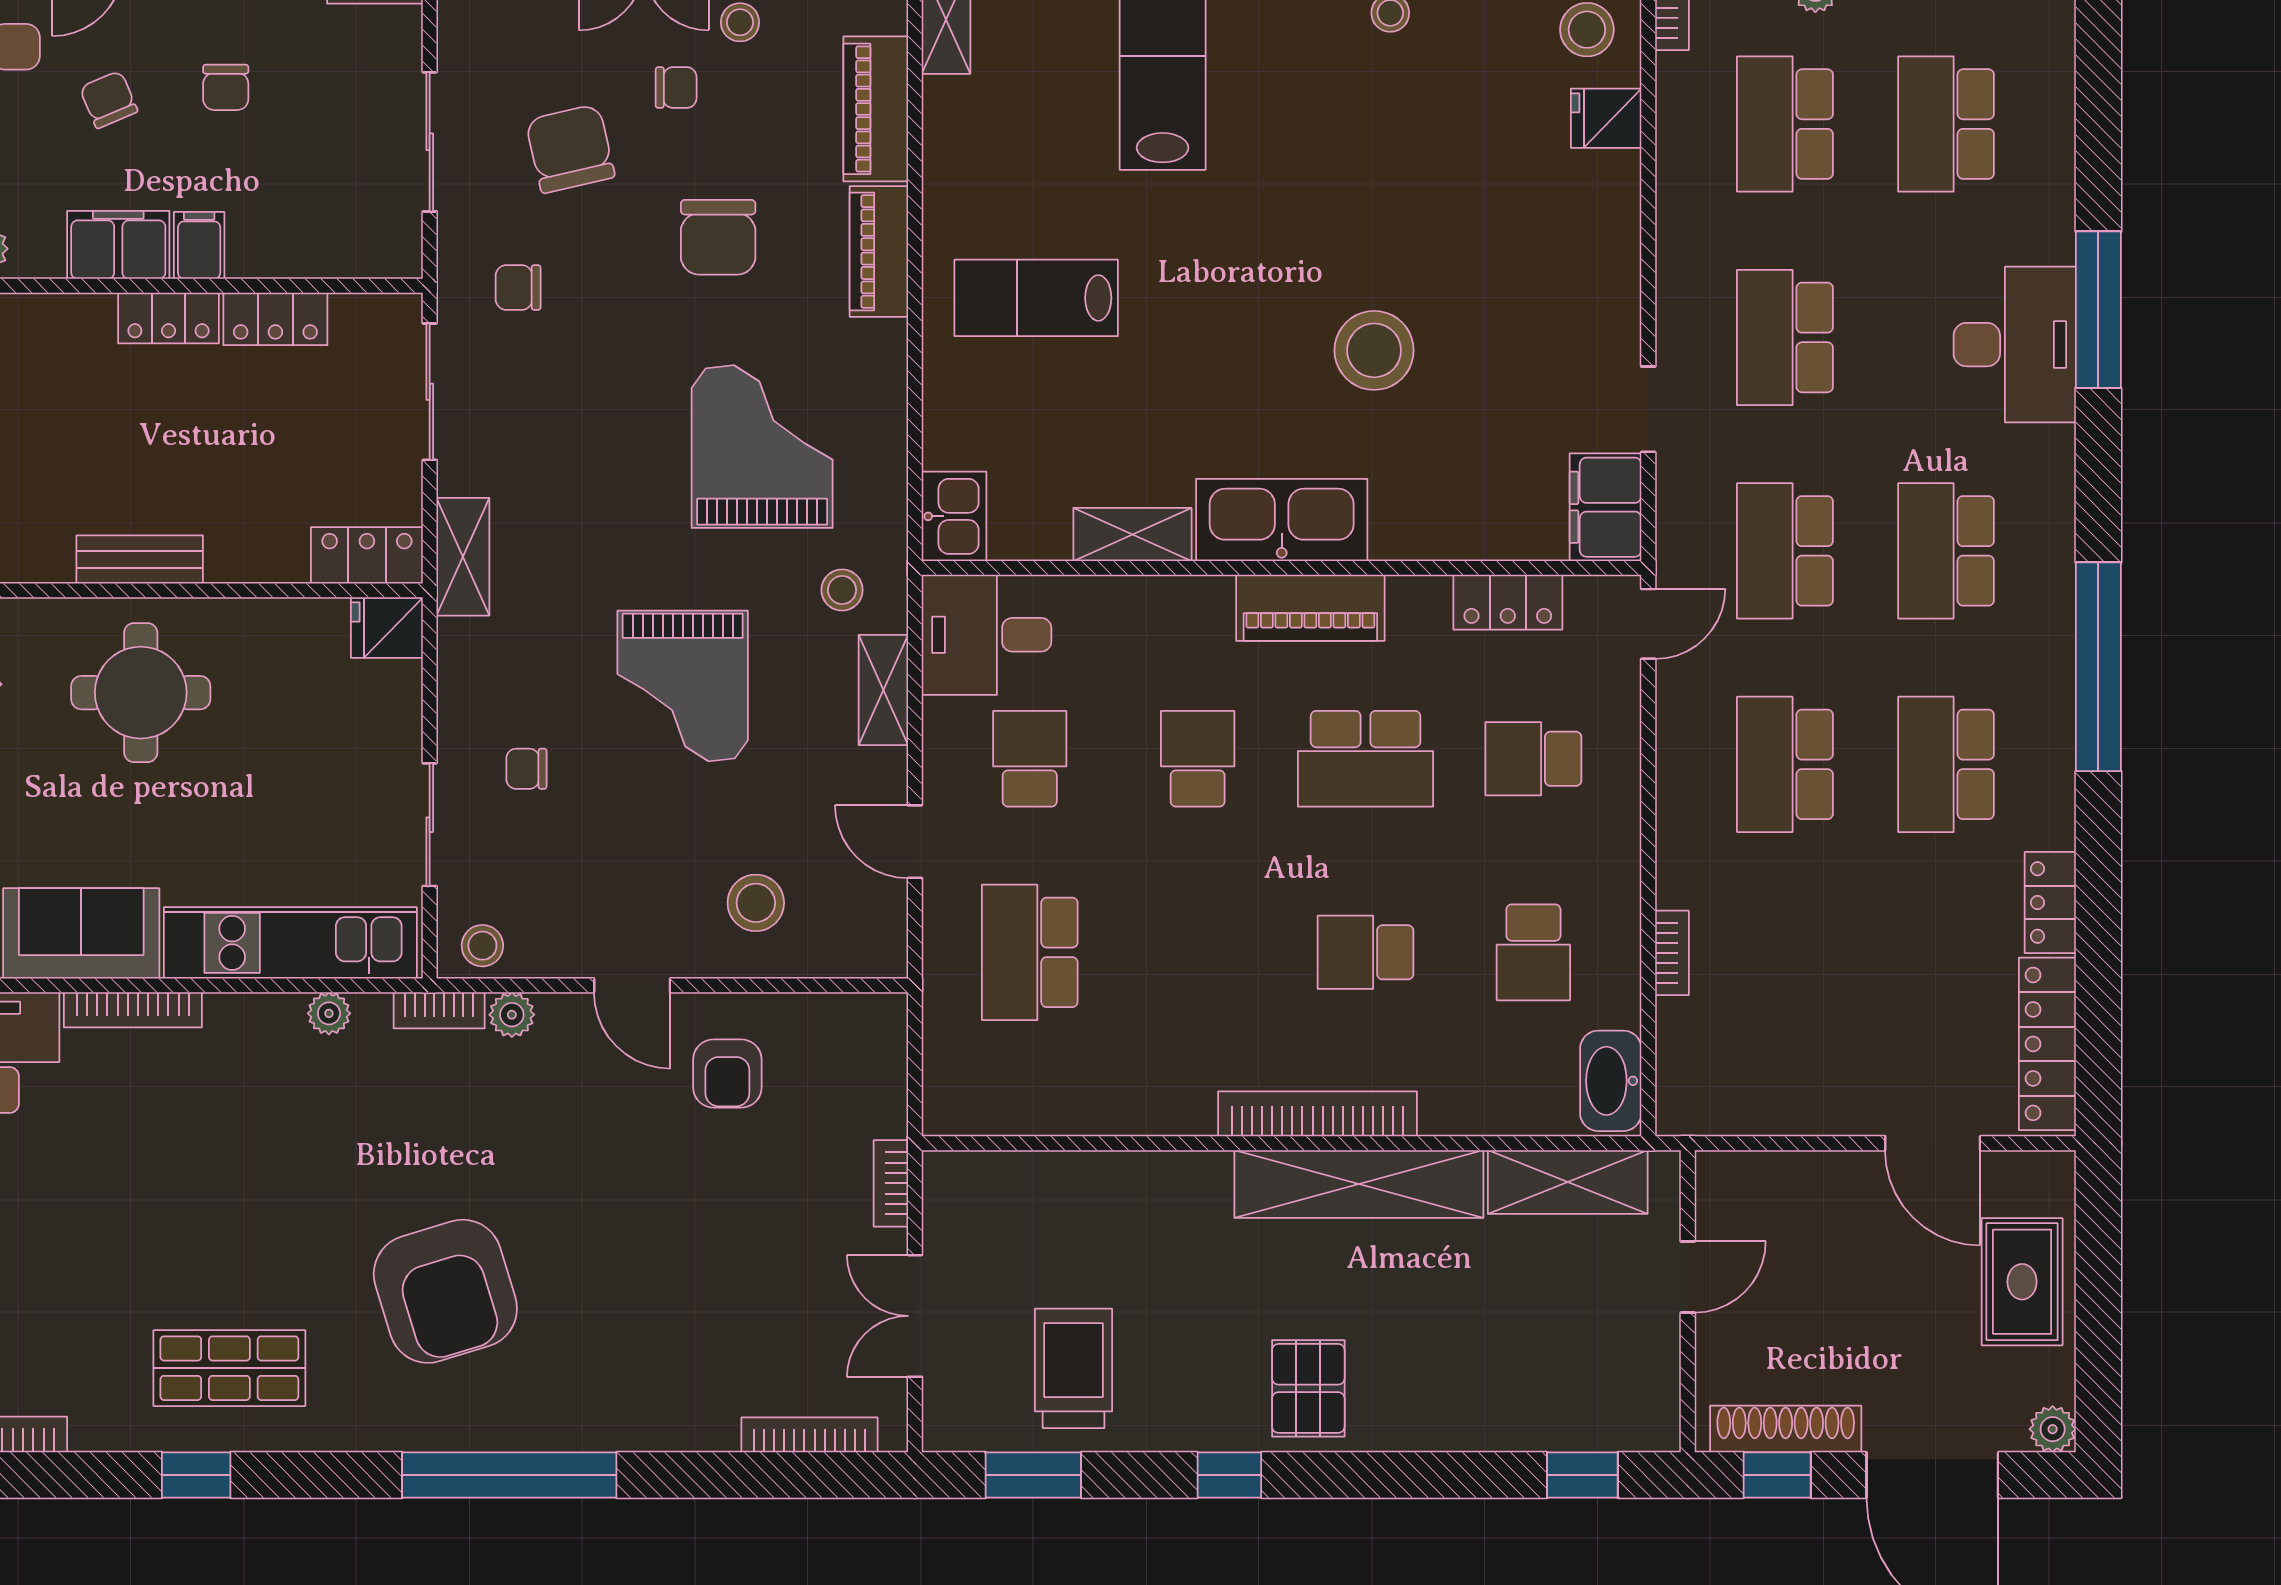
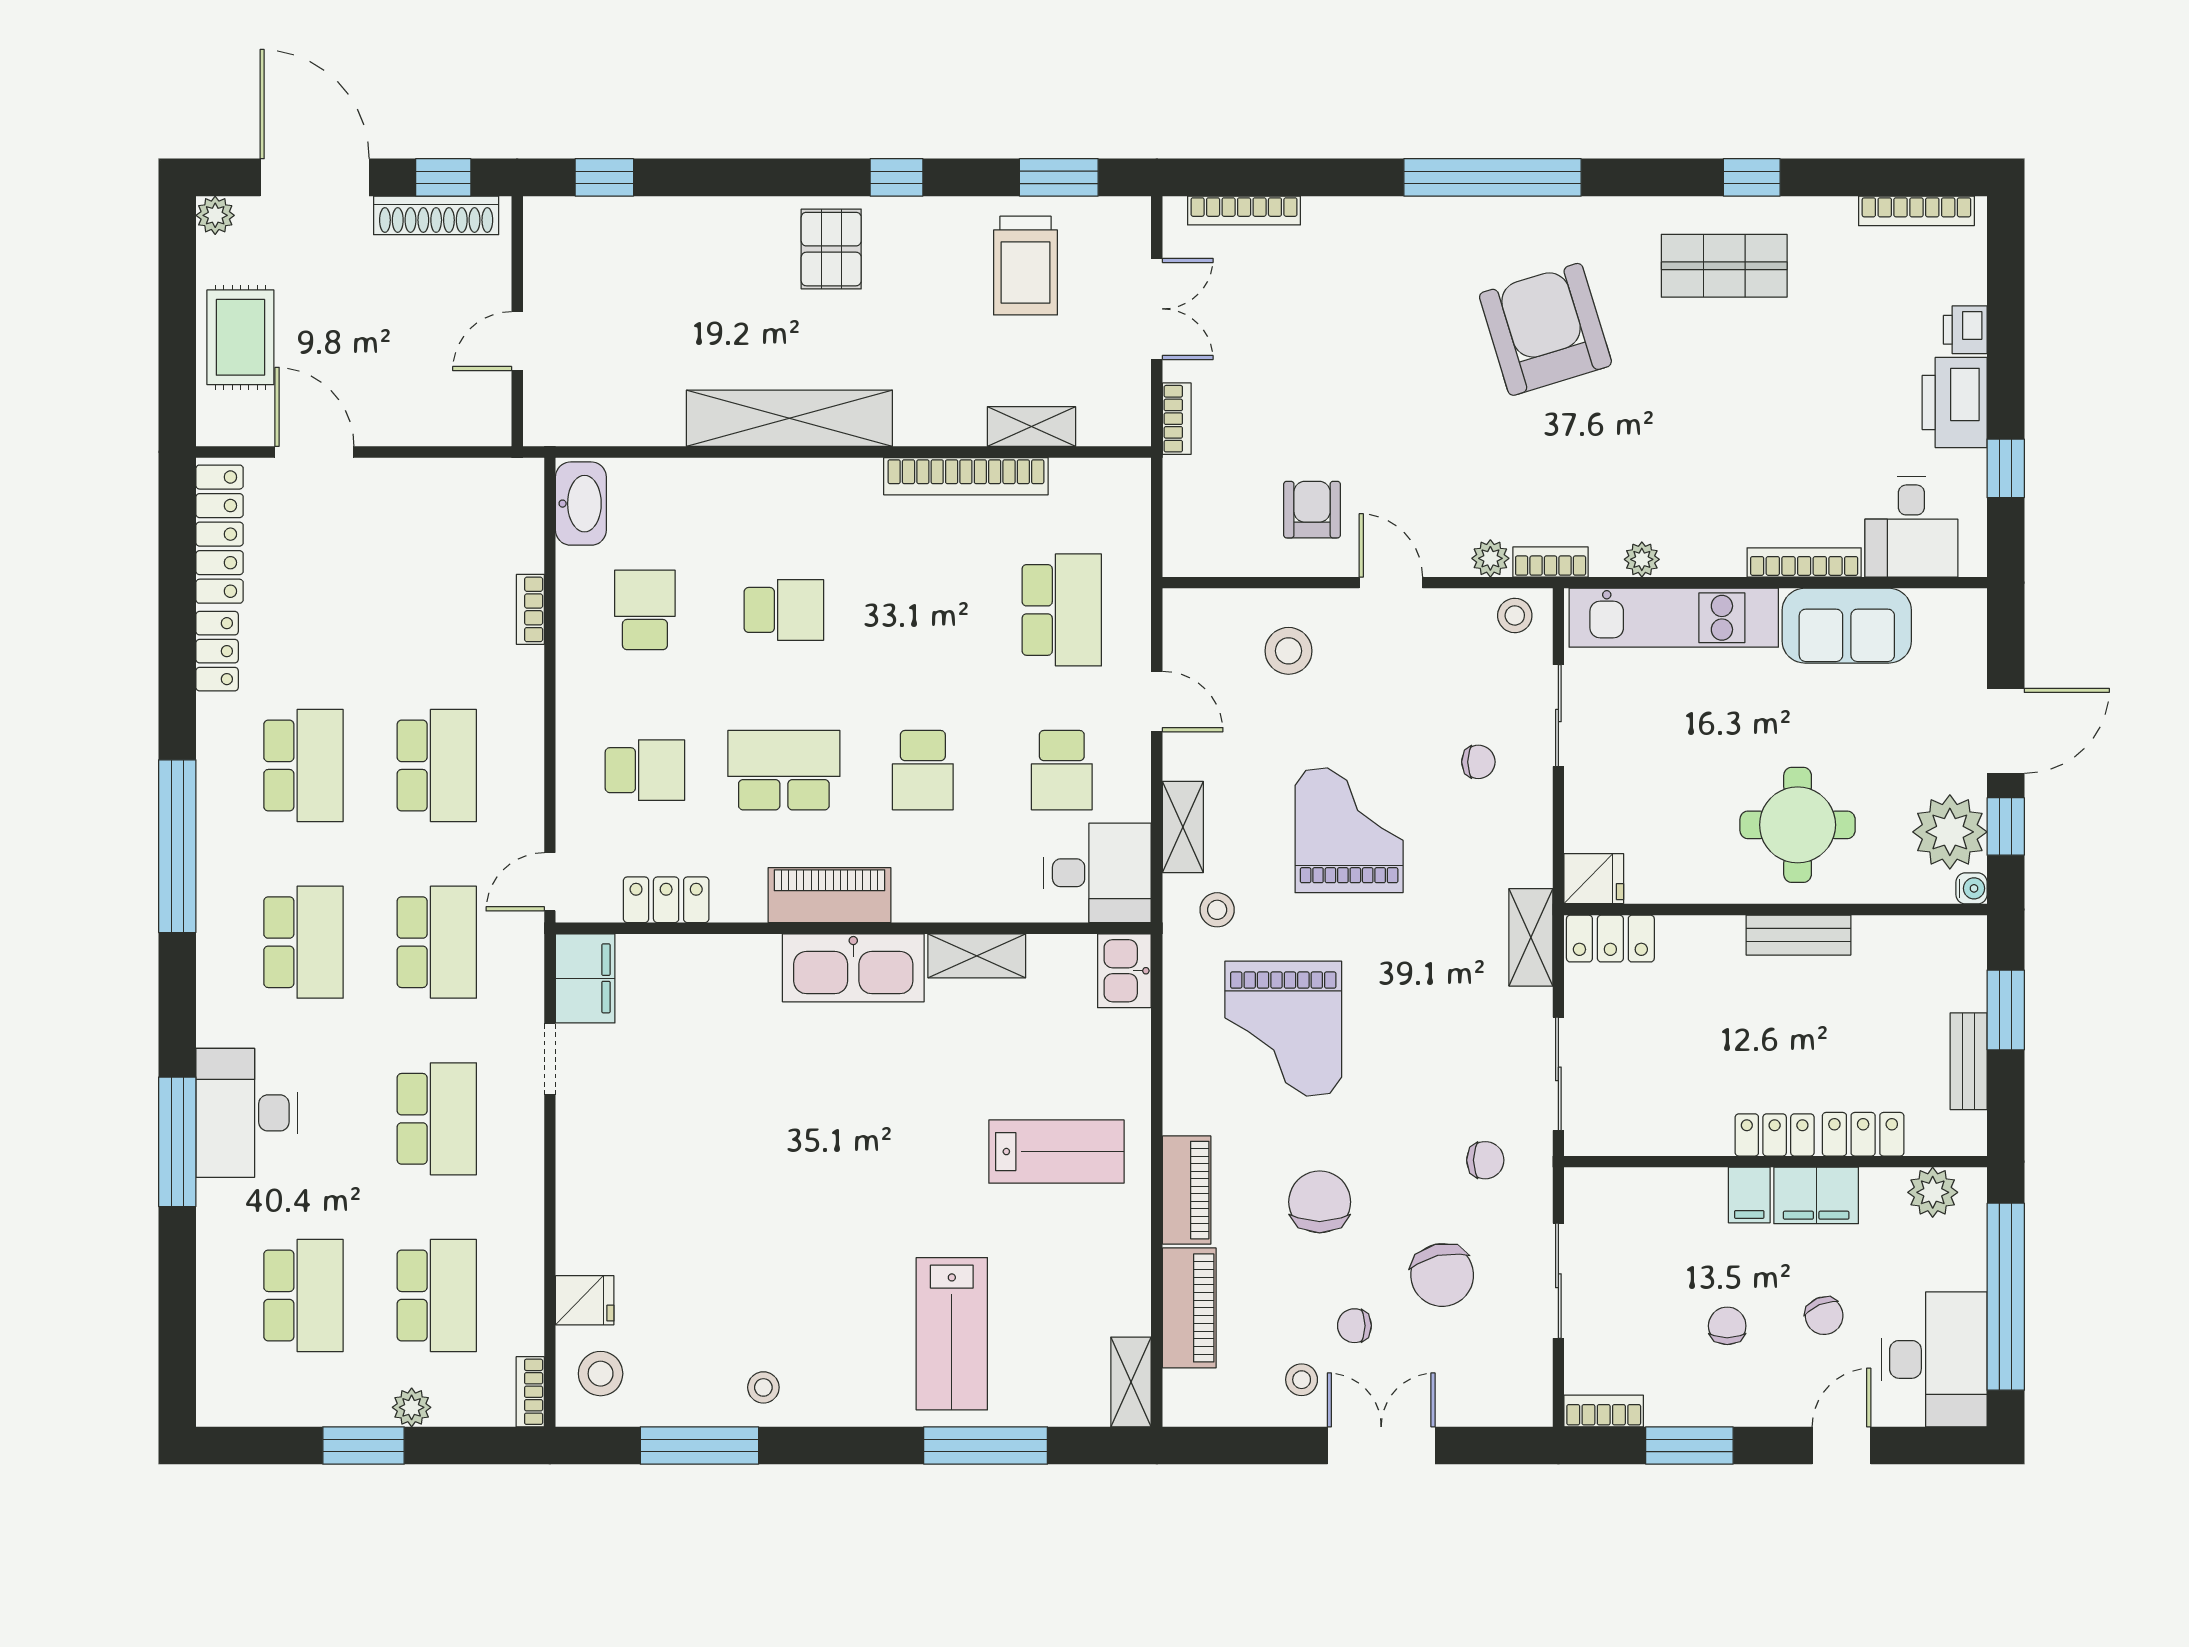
locker: (275, 319) -> (1863, 1134), moved
stool: (1374, 350) -> (777, 1108), removed
bookcase: (1318, 1114) -> (966, 476), moved
shelving: (1568, 1182) -> (1031, 426), moved, width x0.67, depth x0.75

